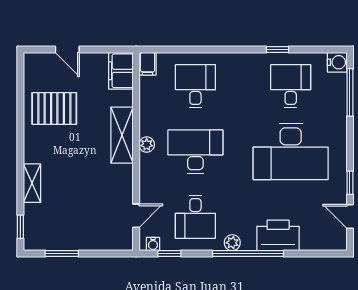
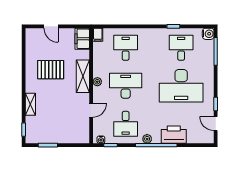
pallet: (54, 108) -> (51, 70), moved
door: (136, 216) -> (91, 110), moved

